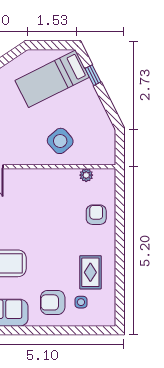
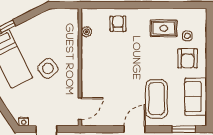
side table: (60, 141) -> (48, 68), moved
armchair: (96, 215) -> (118, 24), turned 90

